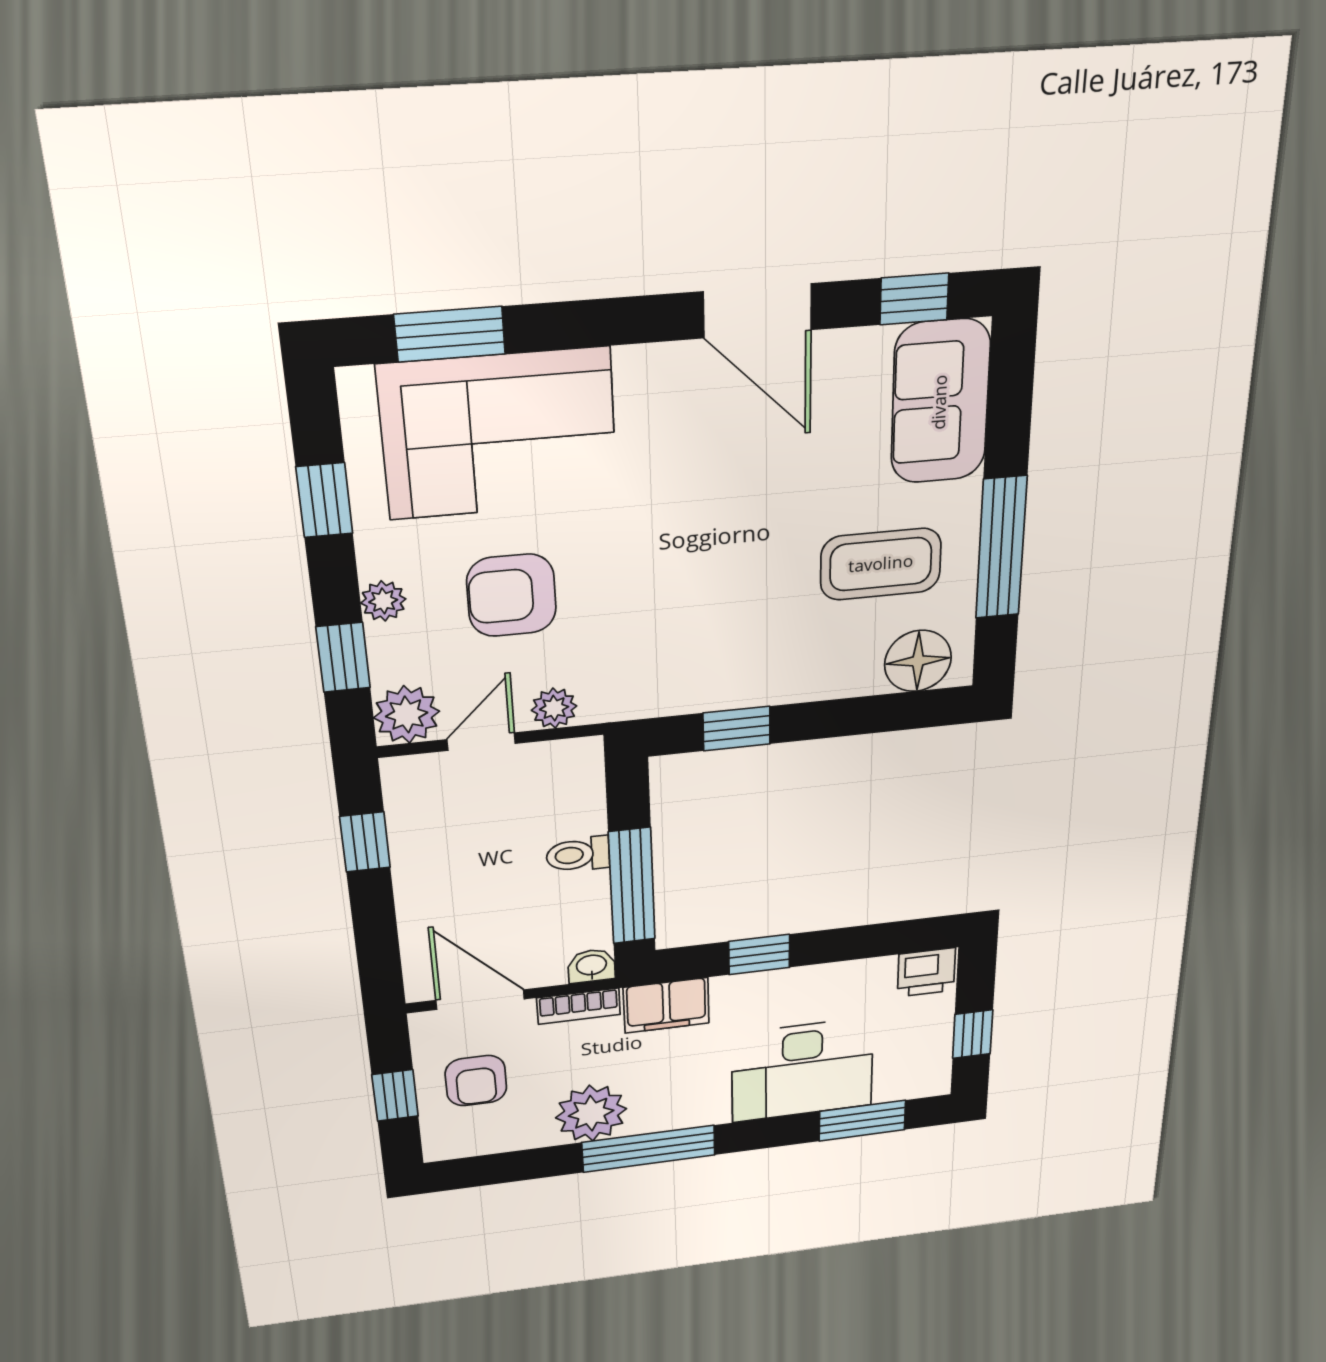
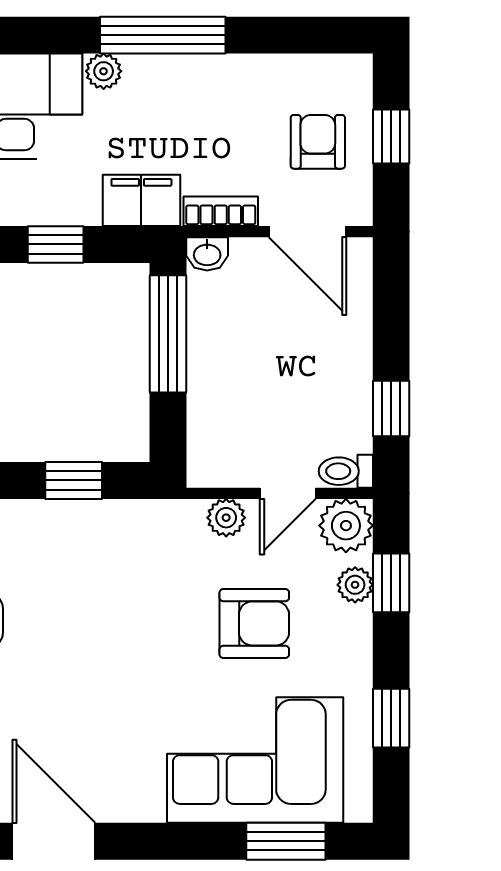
plant: (383, 601) -> (355, 585), moved
toilet: (578, 855) -> (346, 471), moved, turned 180
plant: (591, 1113) -> (104, 71), moved, width x0.53, depth x0.53

